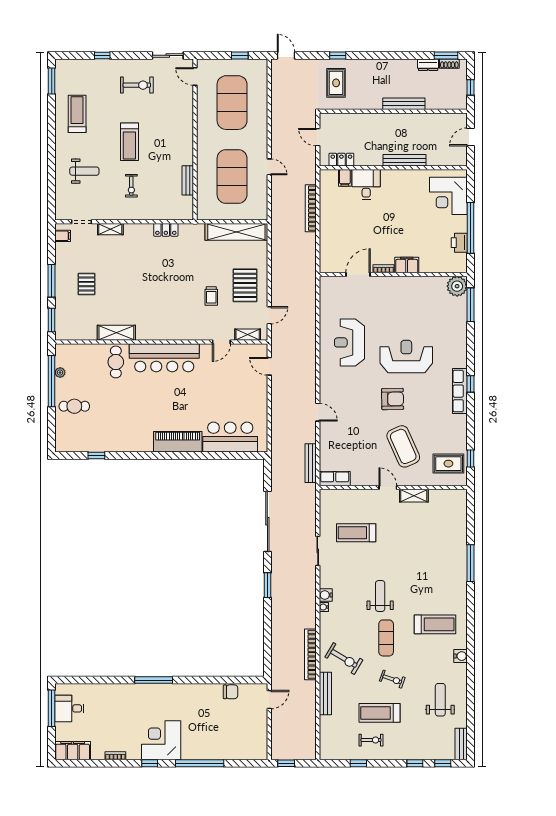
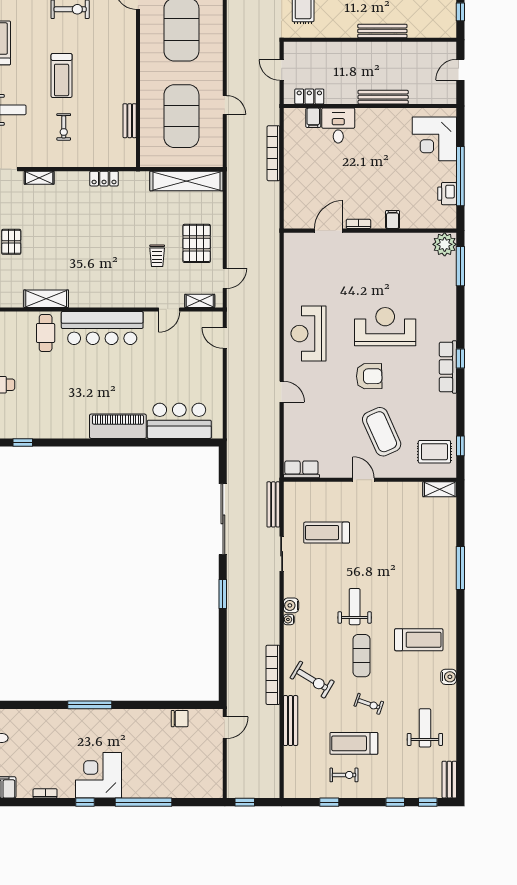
filing cabinet: (407, 265) -> (393, 220), width x0.50
reception desk: (349, 342) -> (309, 334), moved
bench: (311, 463) -> (273, 504), moved
shelving: (414, 496) -> (440, 489), moved

